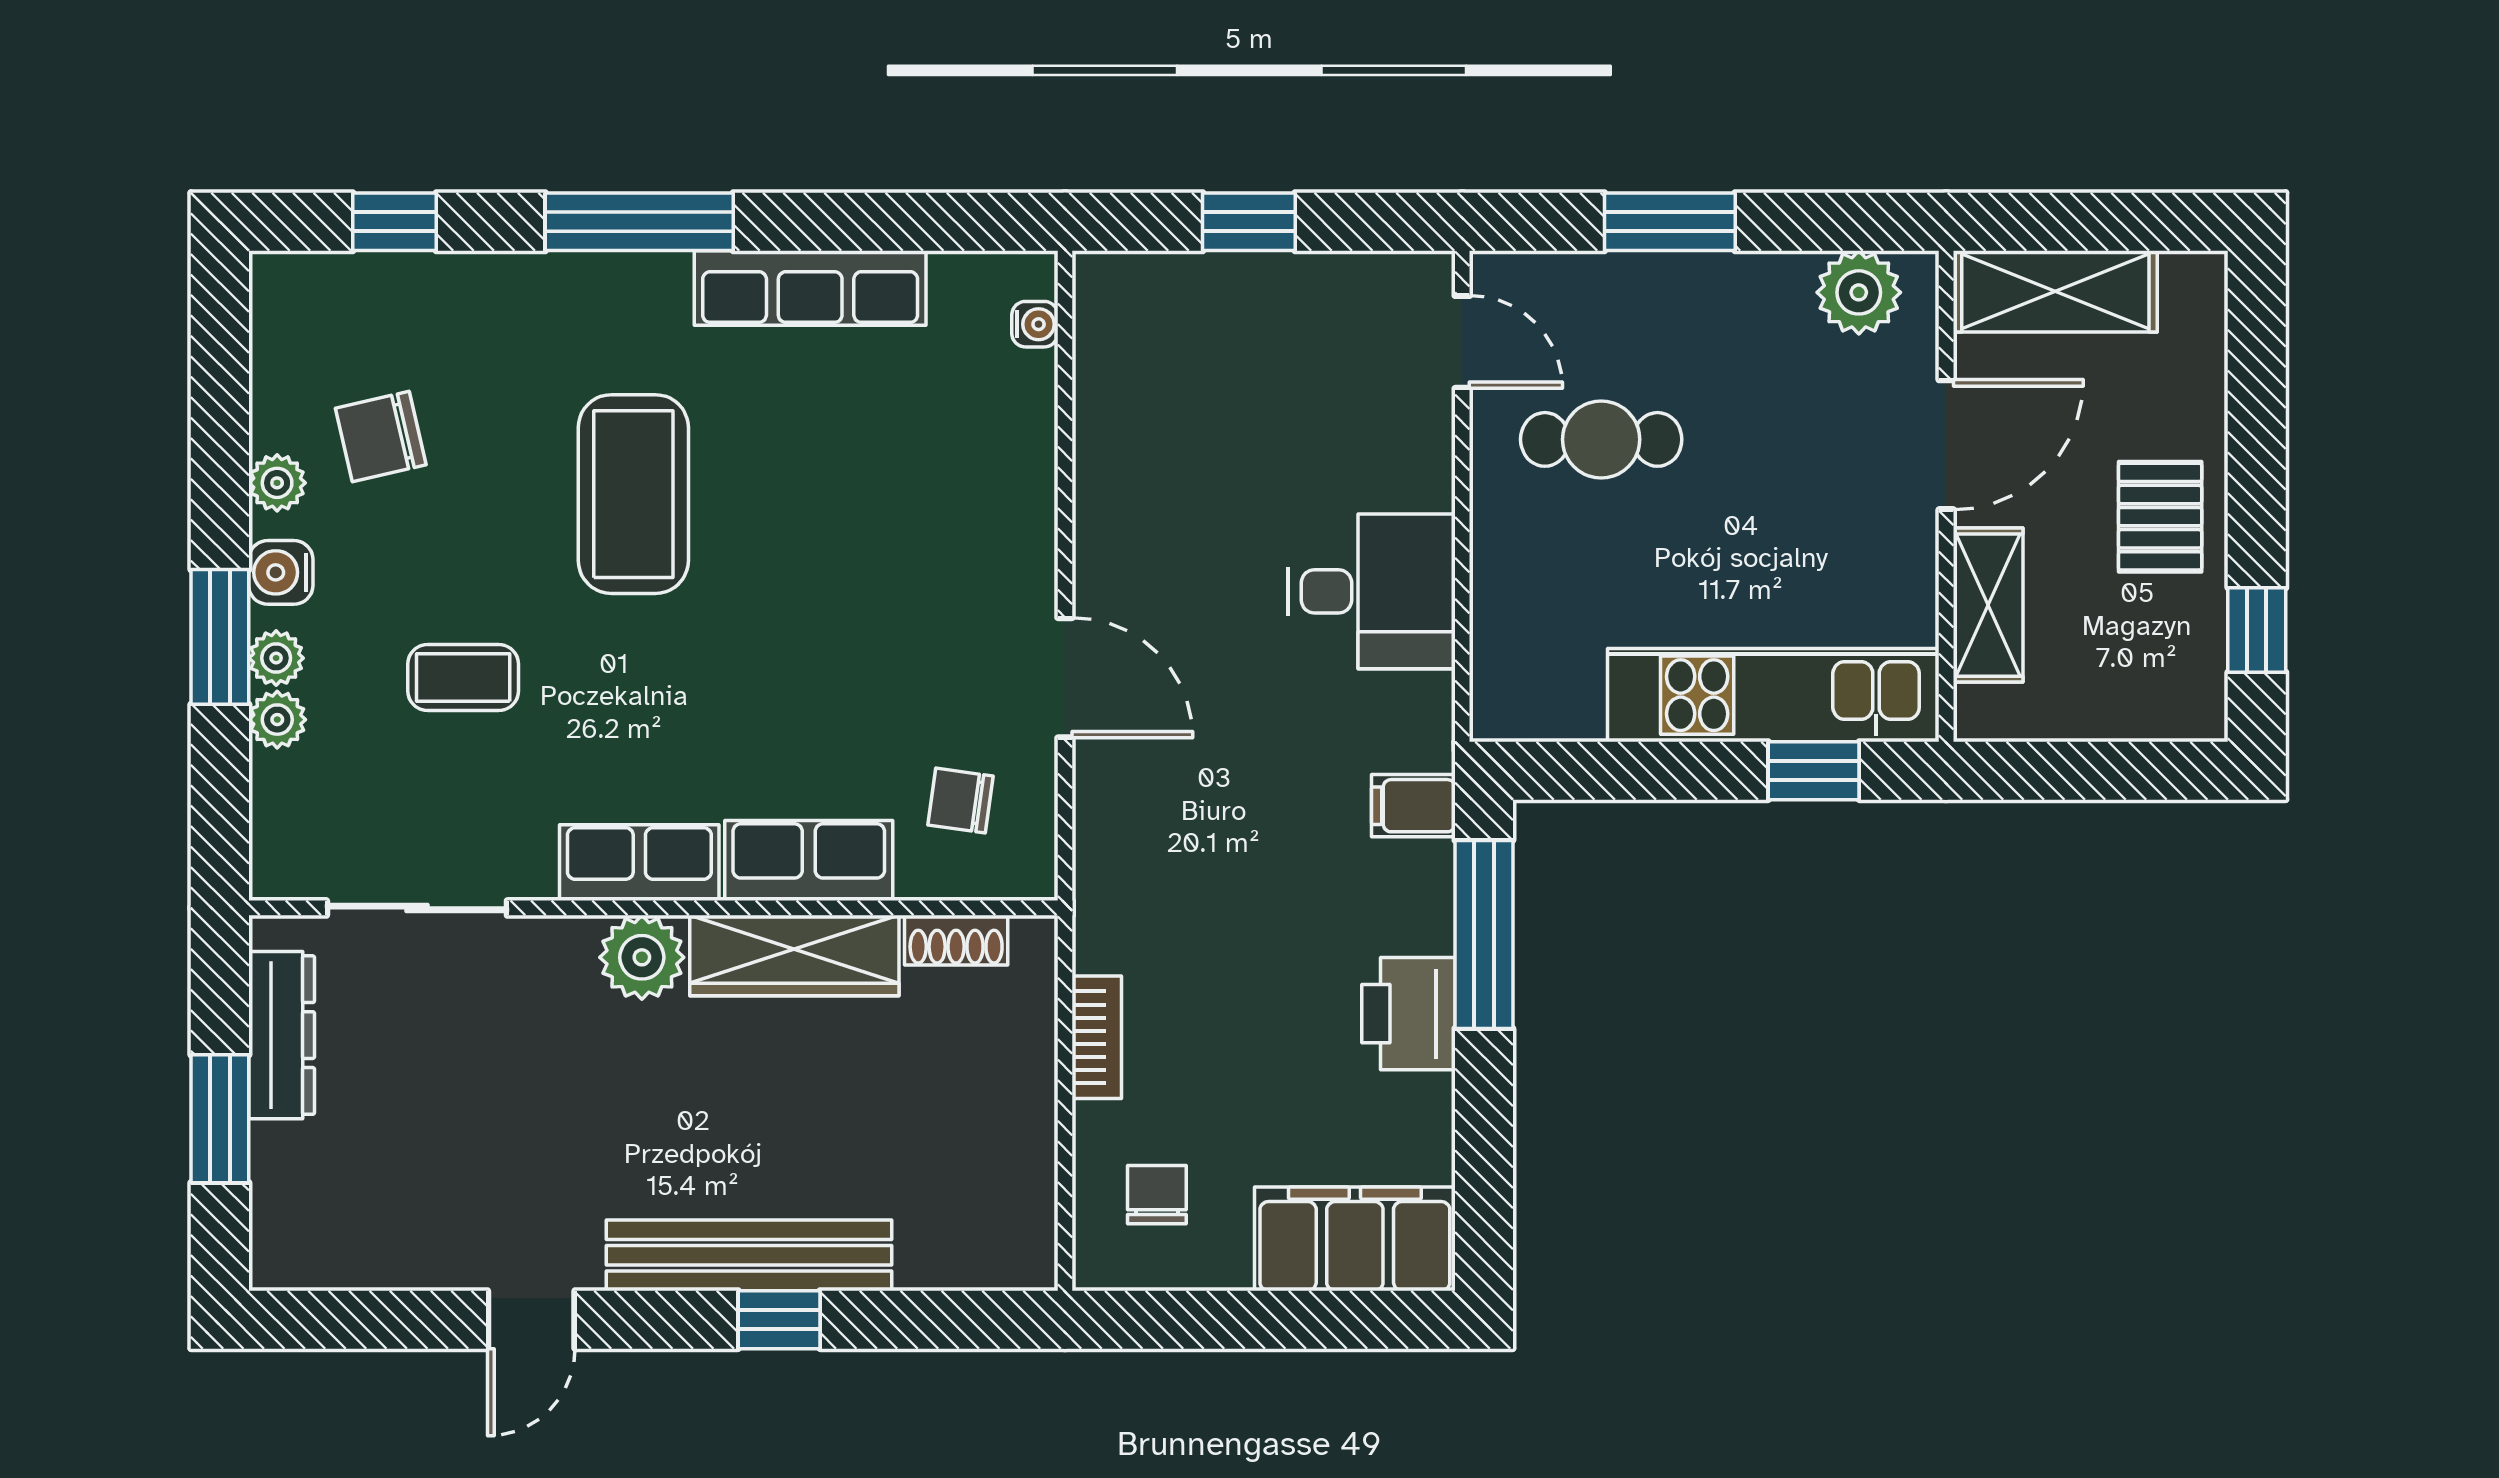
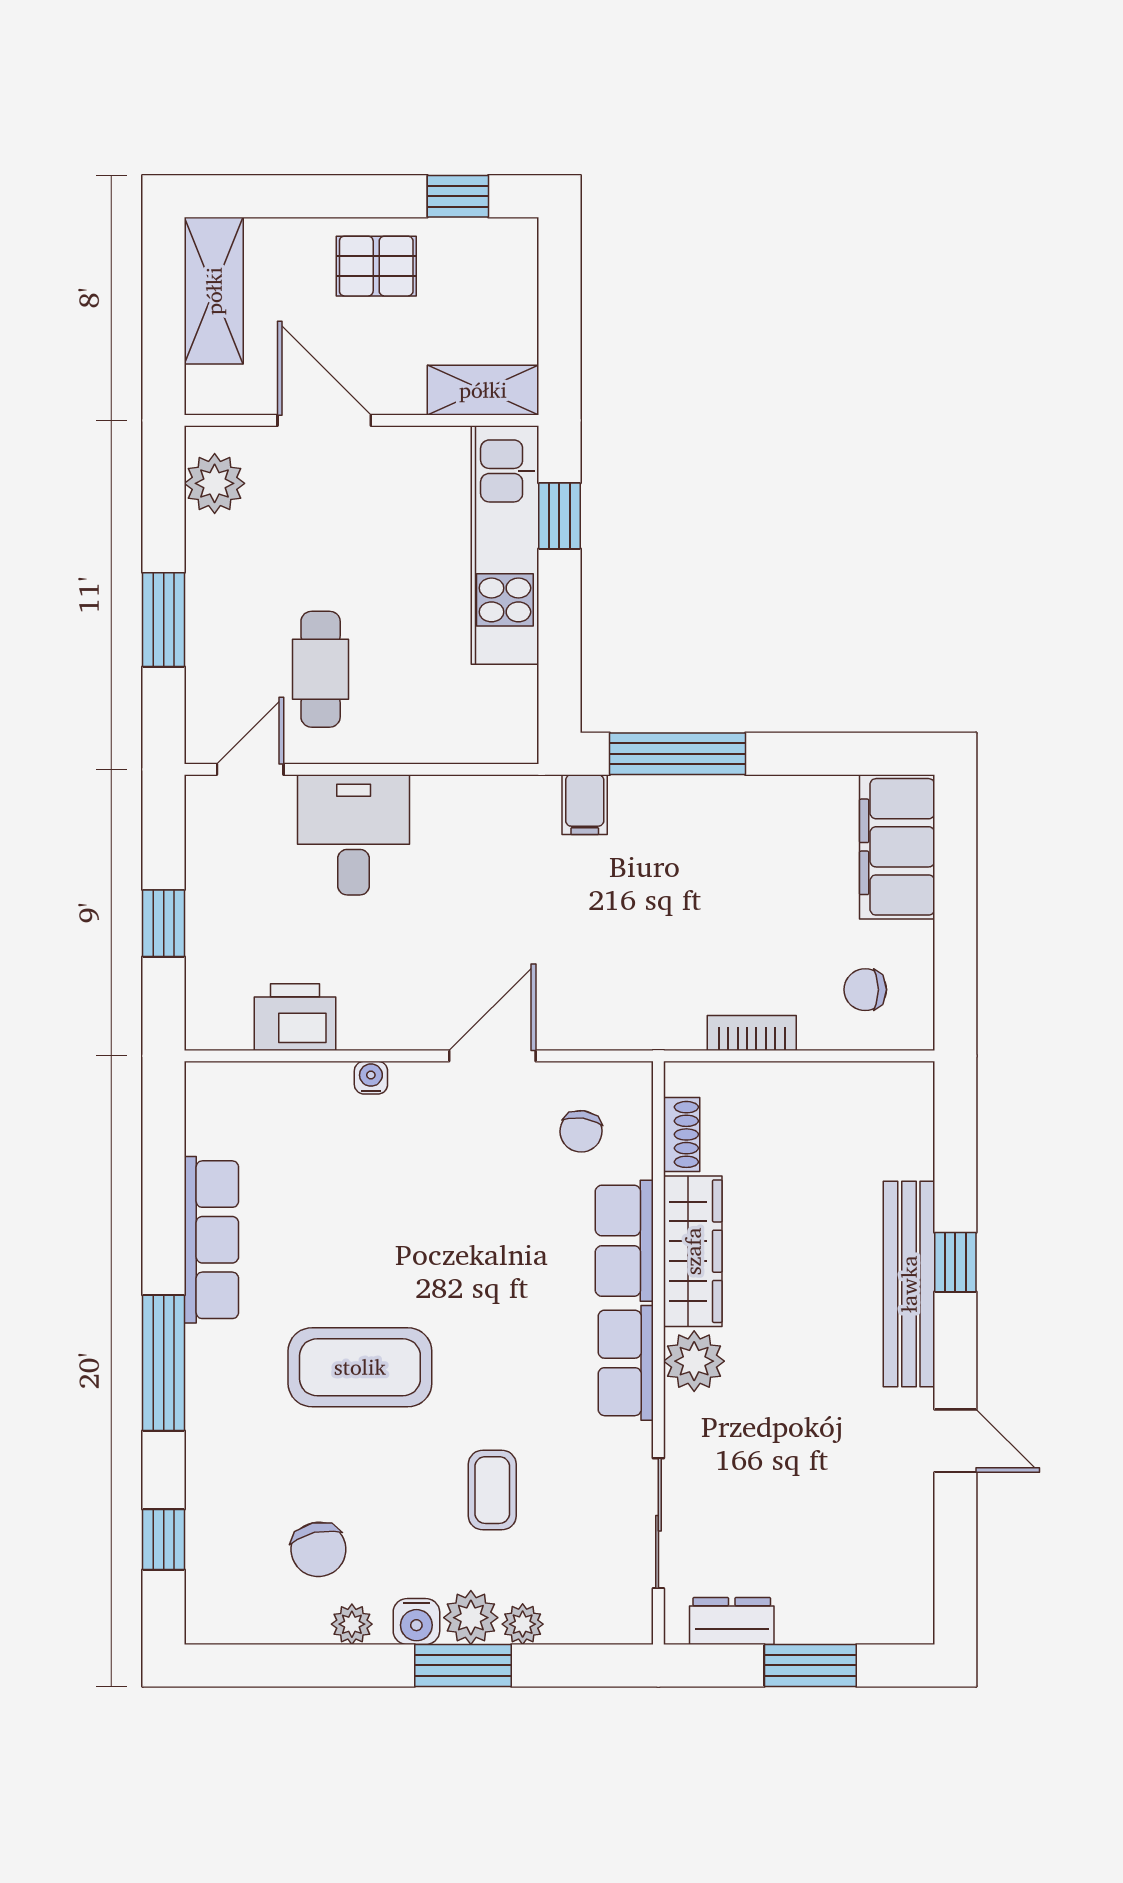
shelving: (2055, 291) -> (214, 291), moved
water cooler: (1035, 324) -> (371, 1078), moved
desk: (1372, 591) -> (354, 835), moved
shelving: (1988, 605) -> (483, 390), moved
plant: (276, 658) -> (471, 1618), width x1.38, depth x1.38
printer: (1408, 1014) -> (295, 1017), moved, turned 180
dresser: (282, 1035) -> (732, 1621), width x0.70

